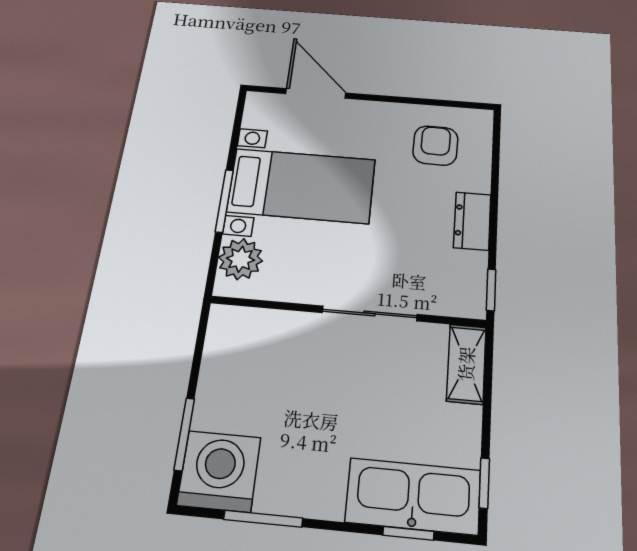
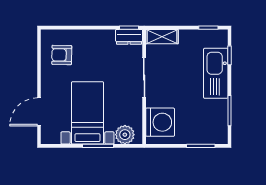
dresser: (472, 221) -> (129, 37), moved
washing machine: (219, 471) -> (160, 122), moved, turned 180
kitchen sink: (413, 496) -> (216, 73), moved

